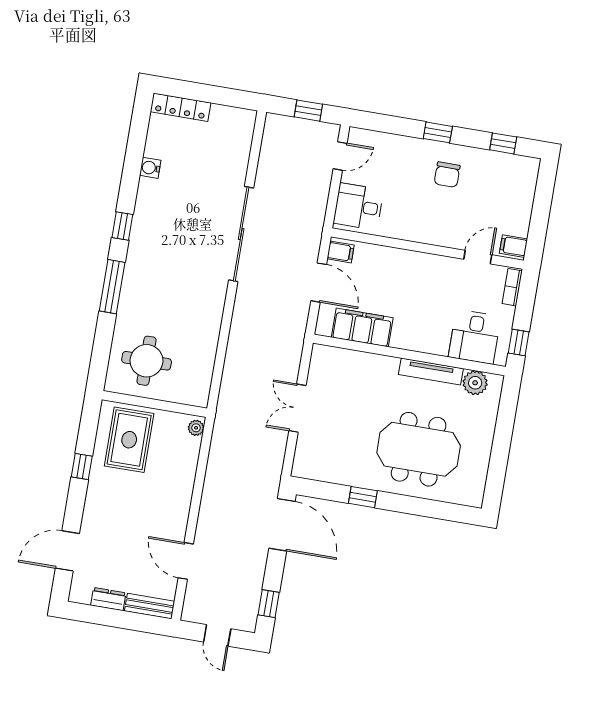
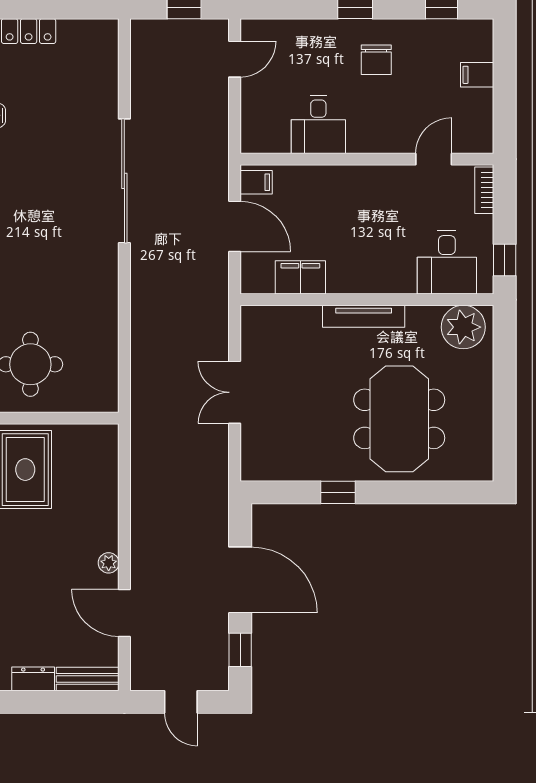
desk: (358, 207) -> (318, 124), moved, turned -90
filing cabinet: (513, 246) -> (477, 75), moved
filing cabinet: (362, 327) -> (300, 277), width x0.67, depth x0.86
tv unit: (431, 371) -> (364, 316), moved
plant: (475, 383) -> (463, 327), width x1.36, depth x1.36
plant: (196, 428) -> (109, 563), moved
meeting table: (419, 449) -> (399, 419), turned 90
door: (282, 525) -> (240, 580), moved

